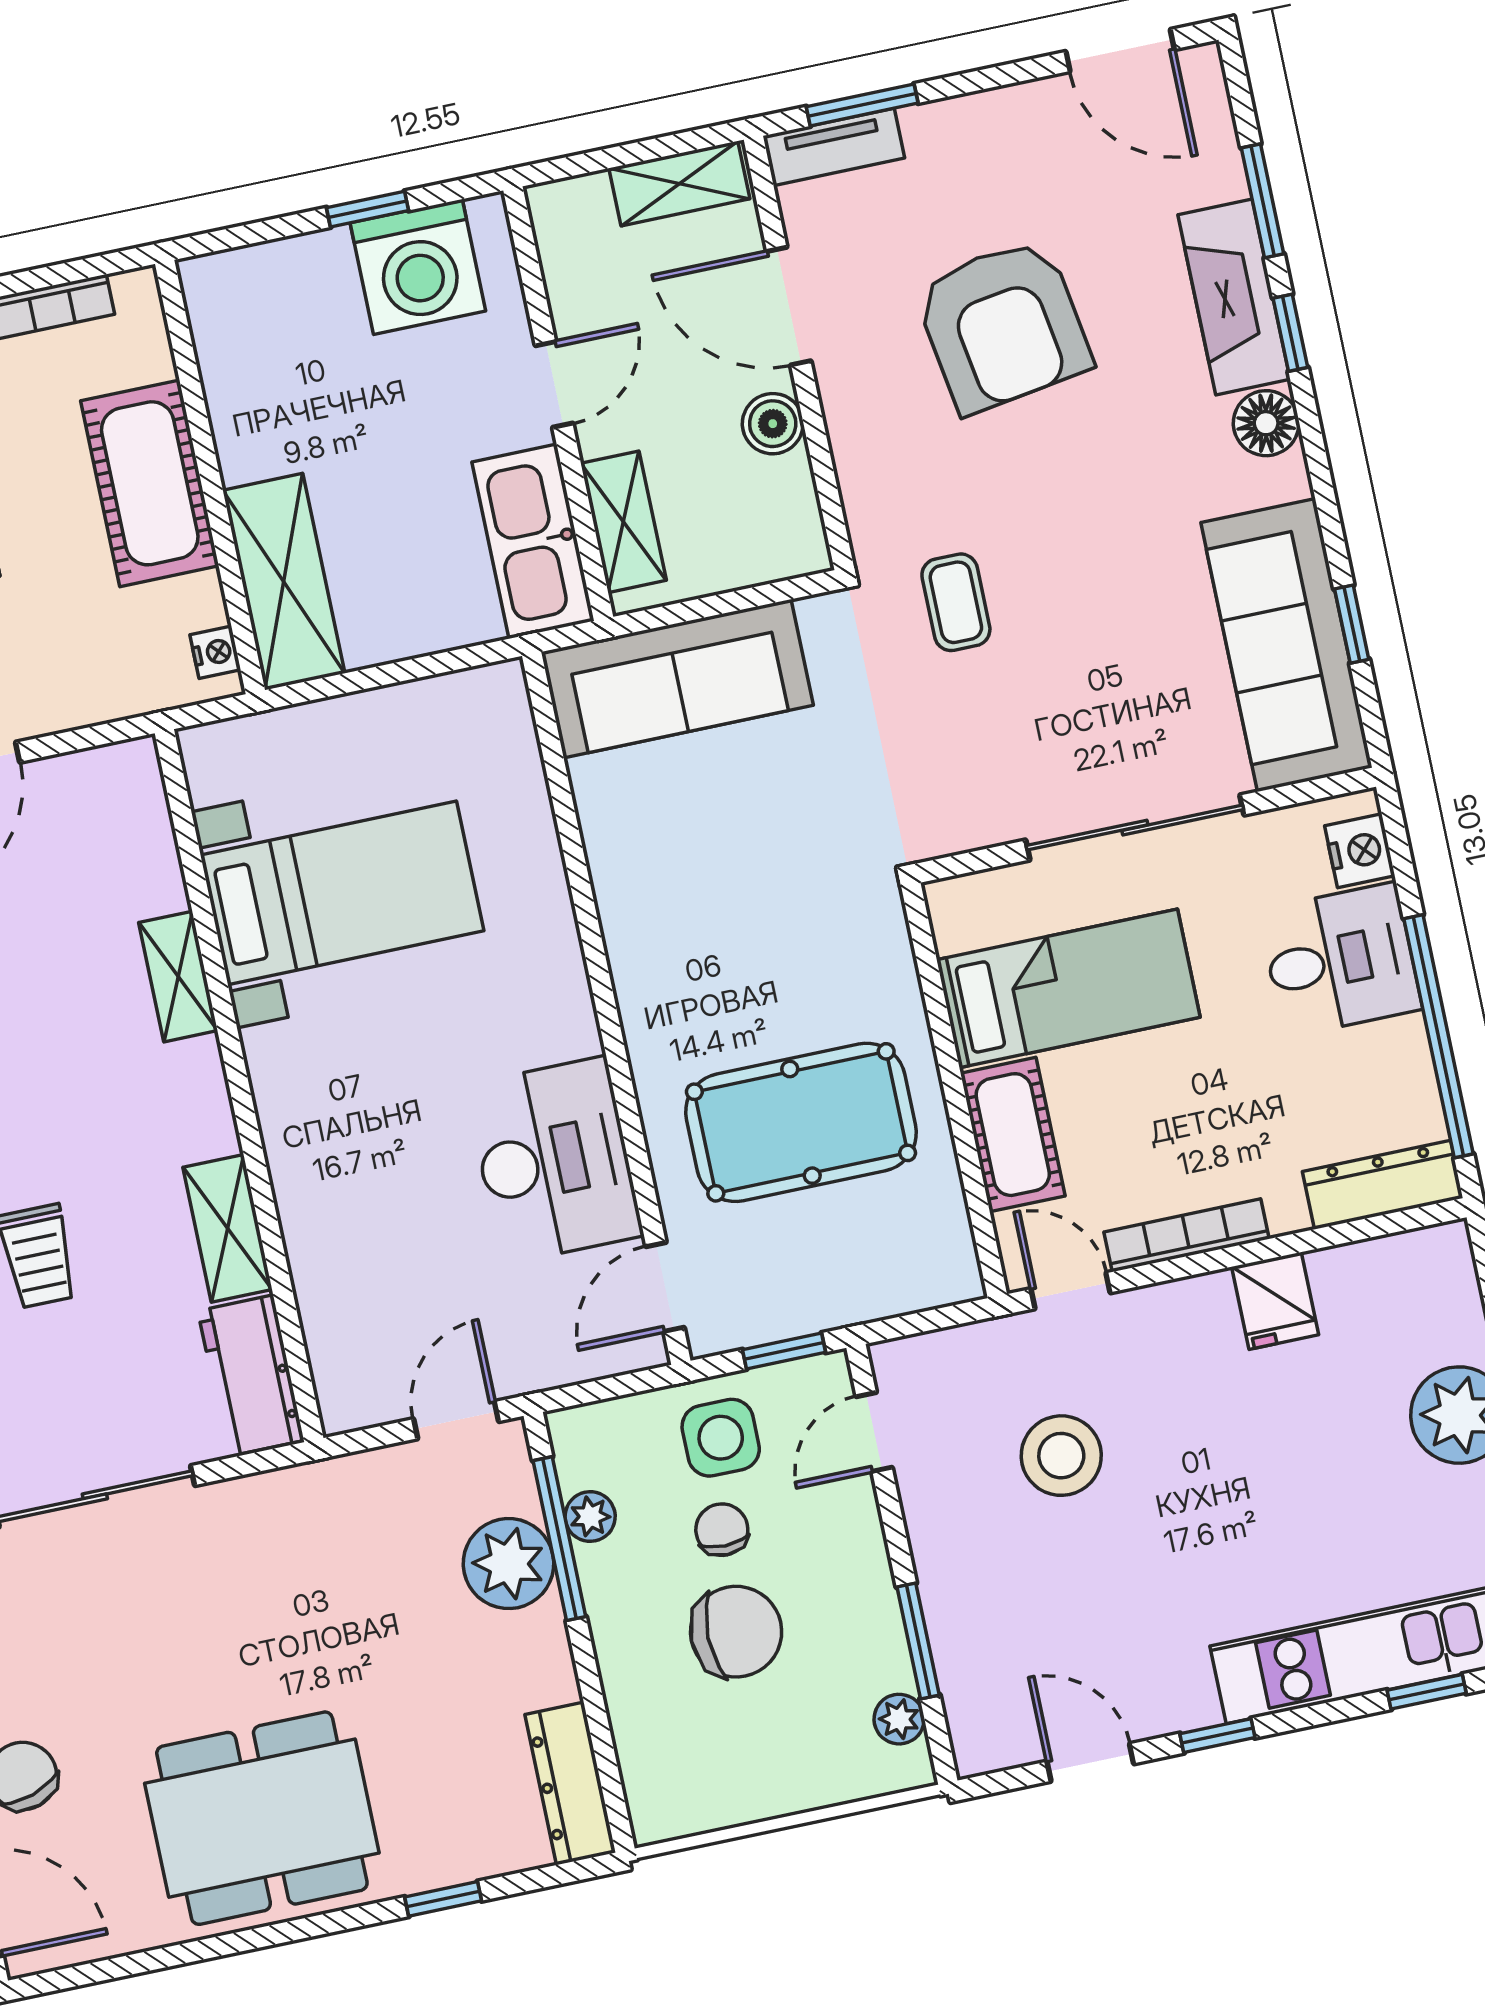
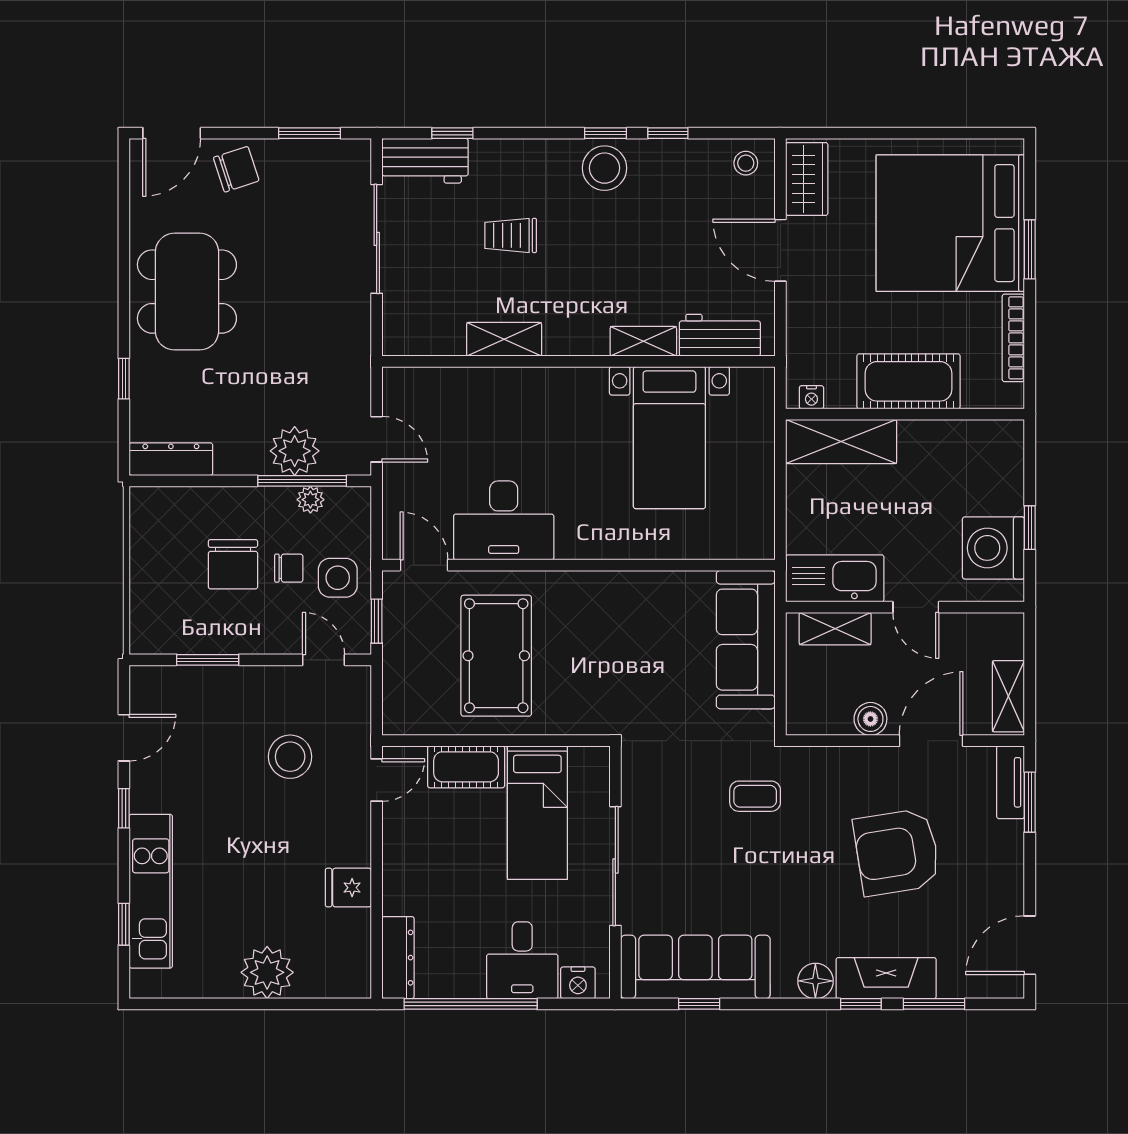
bookcase: (1186, 1235) -> (393, 848), removed
workbench: (251, 1376) -> (720, 335), moved
plant: (899, 1719) -> (168, 641), removed

